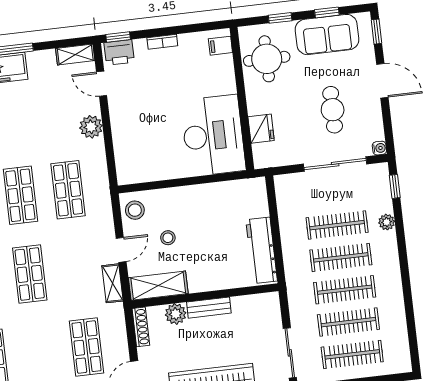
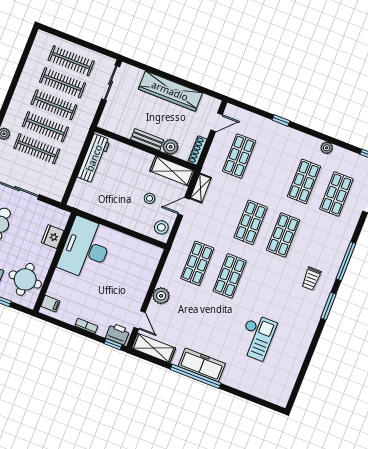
shelving: (75, 55) -> (154, 348), width x1.50, depth x1.33

